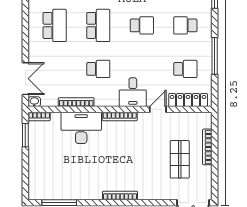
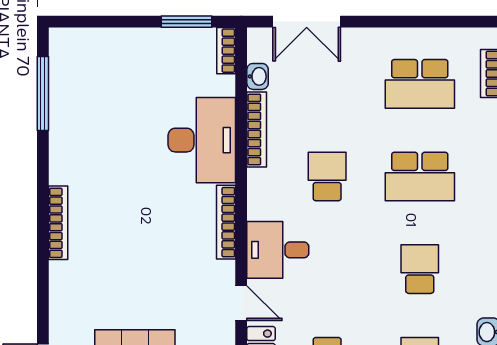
school desk: (142, 25) -> (420, 269), turned 180
school desk: (98, 69) -> (327, 176), turned 180
washbasin: (34, 102) -> (258, 76), moved

